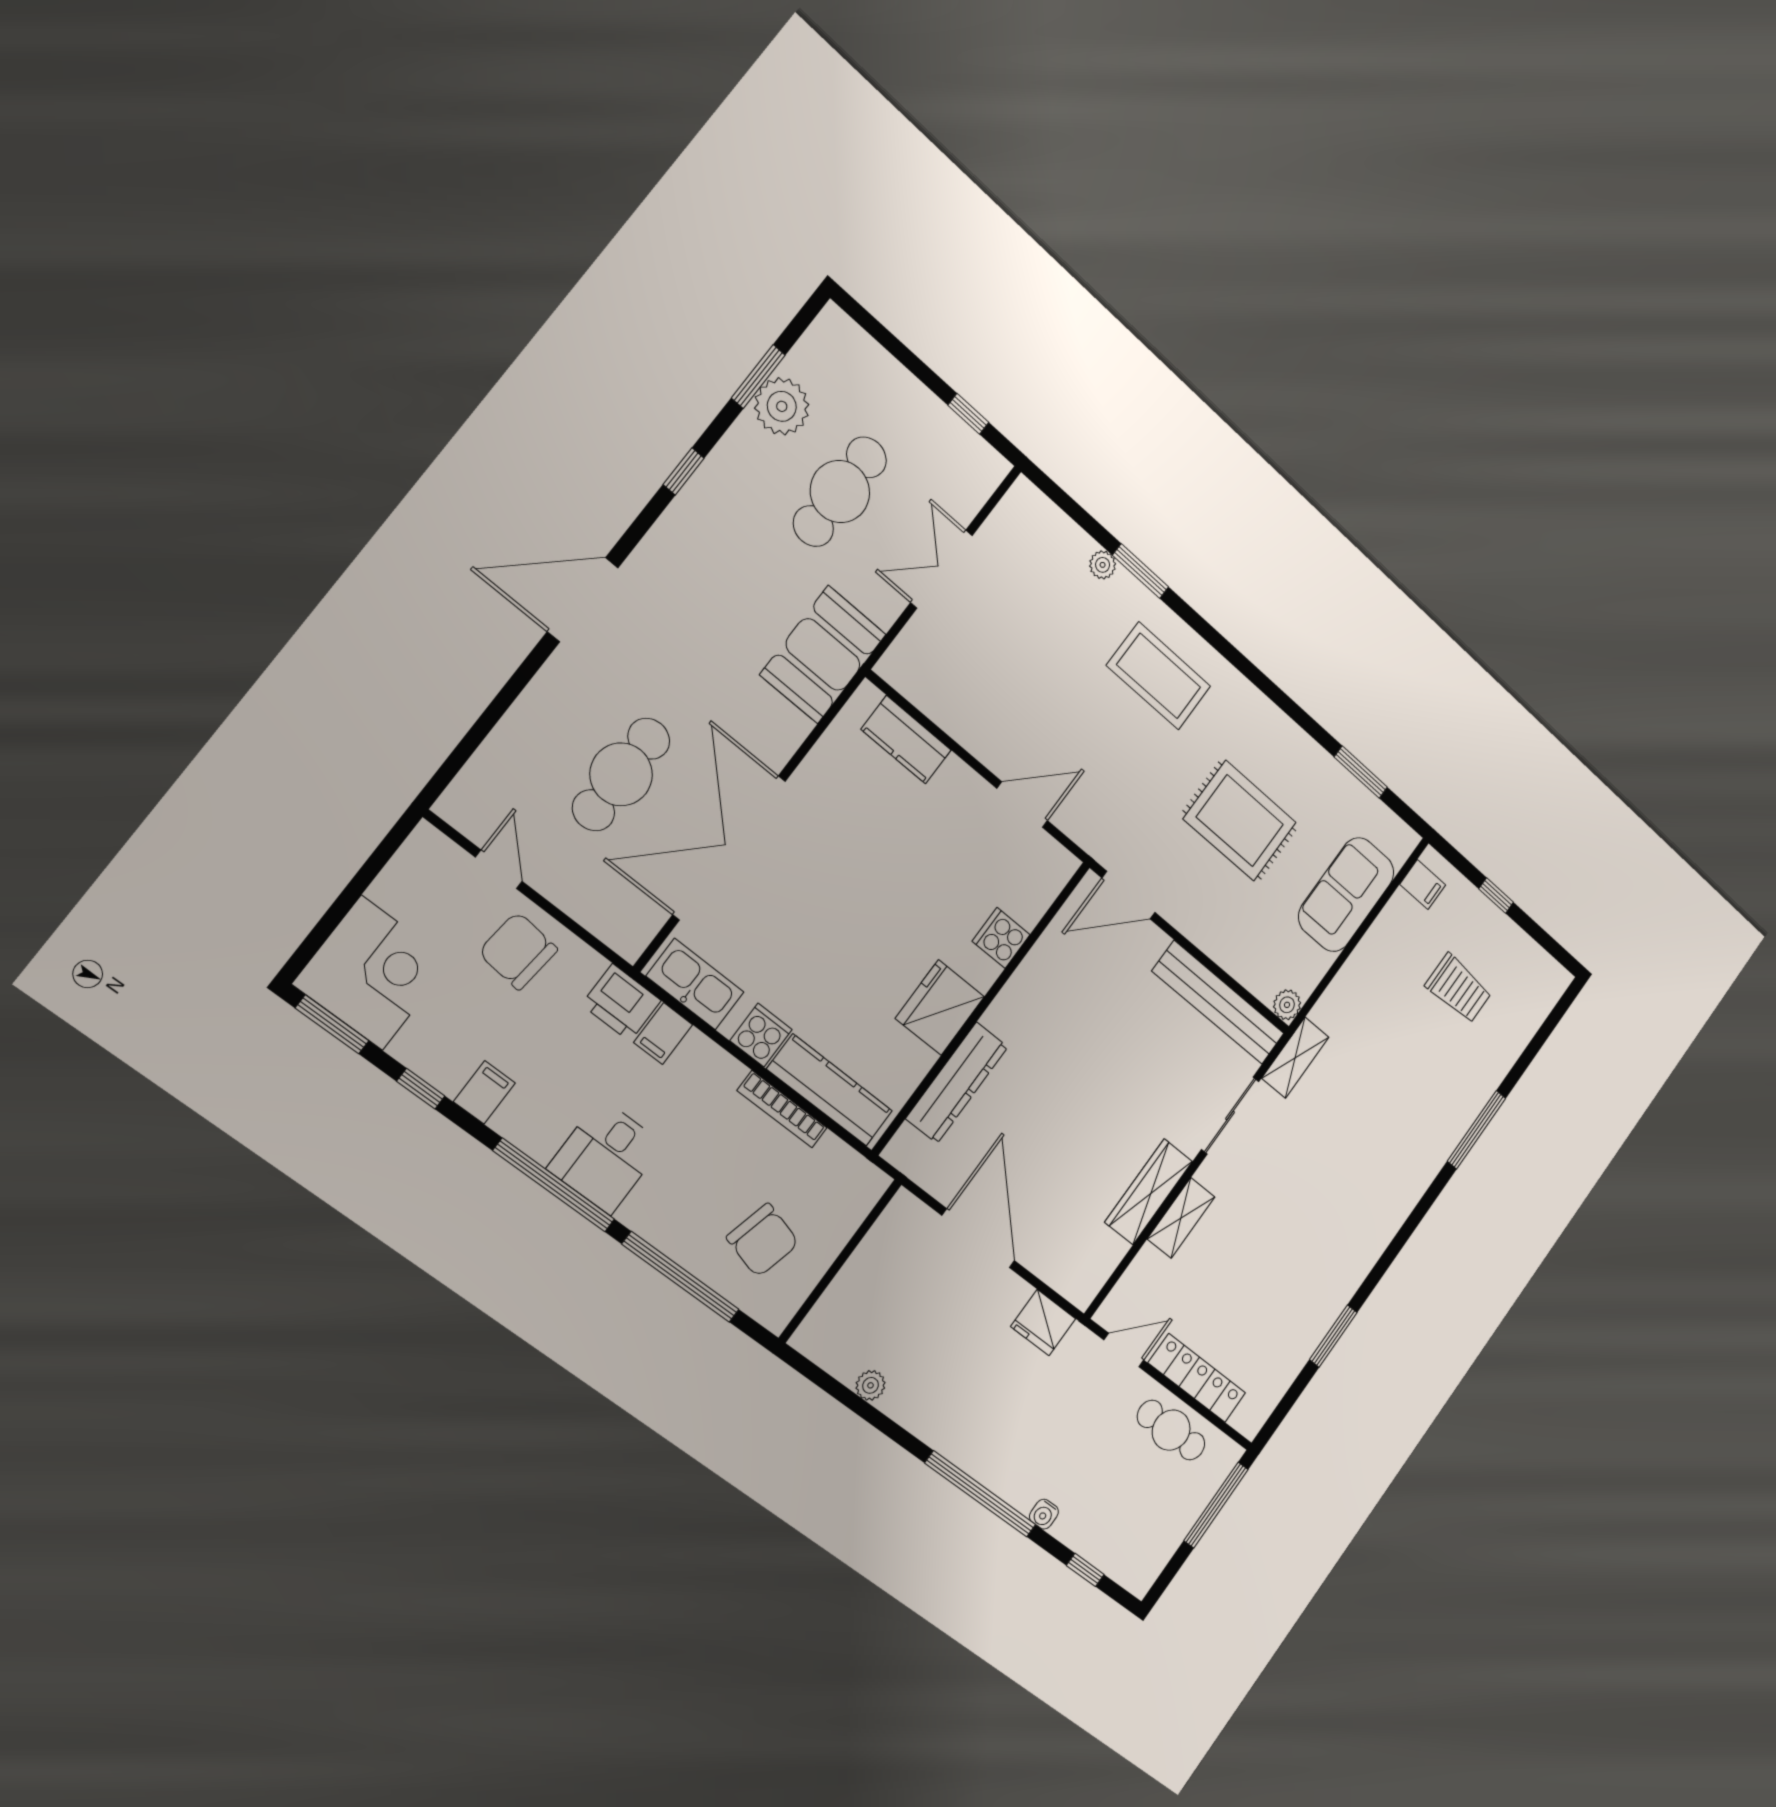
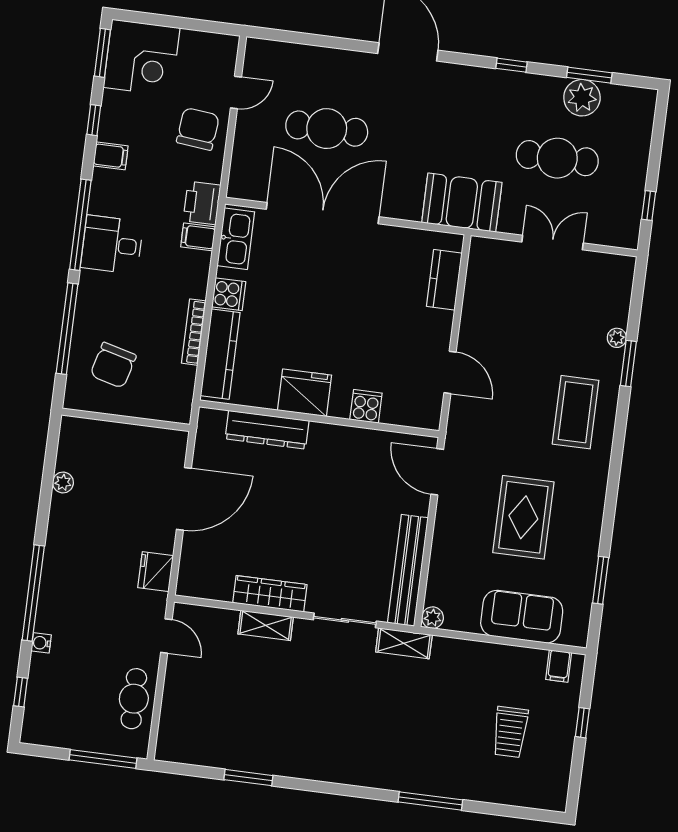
locker: (1197, 1378) -> (174, 697), removed

